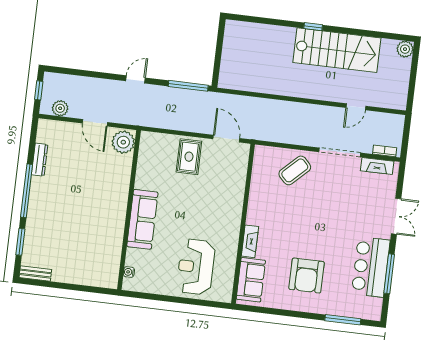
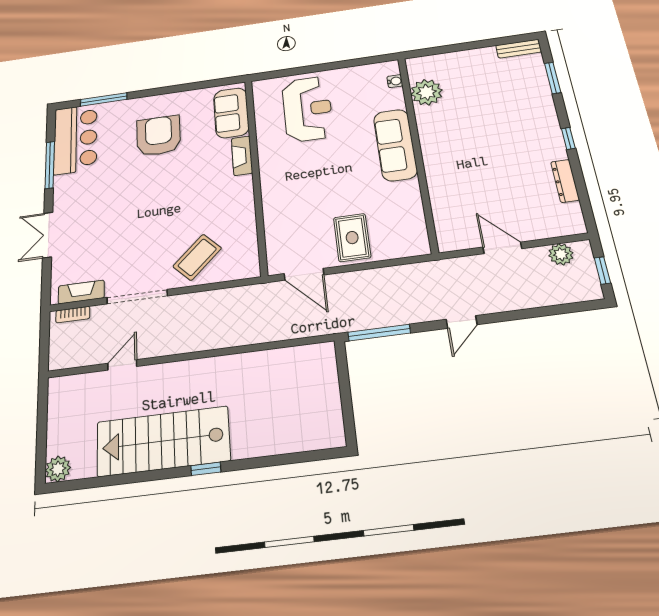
plant: (123, 142) -> (427, 92), moved
window: (27, 191) -> (568, 138), width x0.32
bar counter: (371, 267) -> (75, 139), moved

